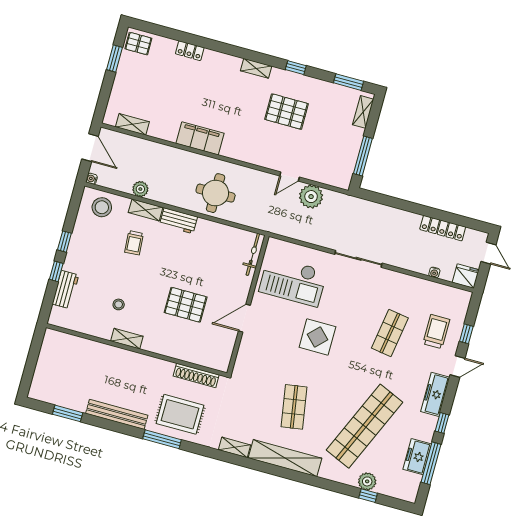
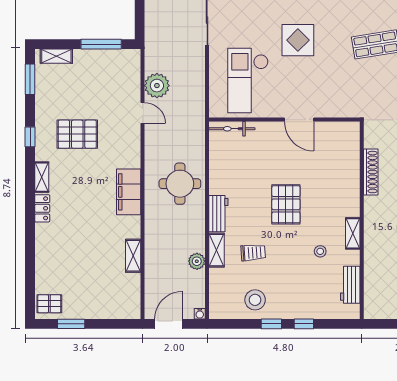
pallet: (138, 44) -> (49, 304), turned 90
locker: (190, 51) -> (42, 208), moved
pallet: (287, 112) -> (77, 134), turned 90
shelving: (132, 124) -> (133, 256), moved
filing cabinet: (200, 138) -> (129, 192), moved
stool: (102, 207) -> (255, 300), moved
checkout: (293, 281) -> (248, 80), turned 180
workbench: (65, 289) -> (350, 285), moved, turned -90
pallet: (186, 305) -> (286, 204), moved
shoe rack: (196, 375) -> (371, 172), moved

